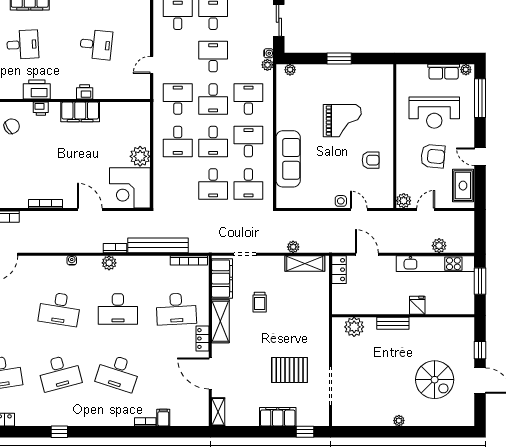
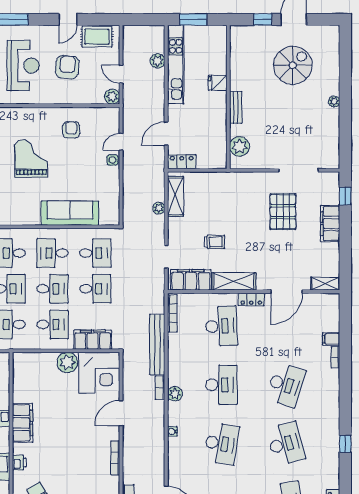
filing cabinet: (163, 181) -> (93, 340), added

